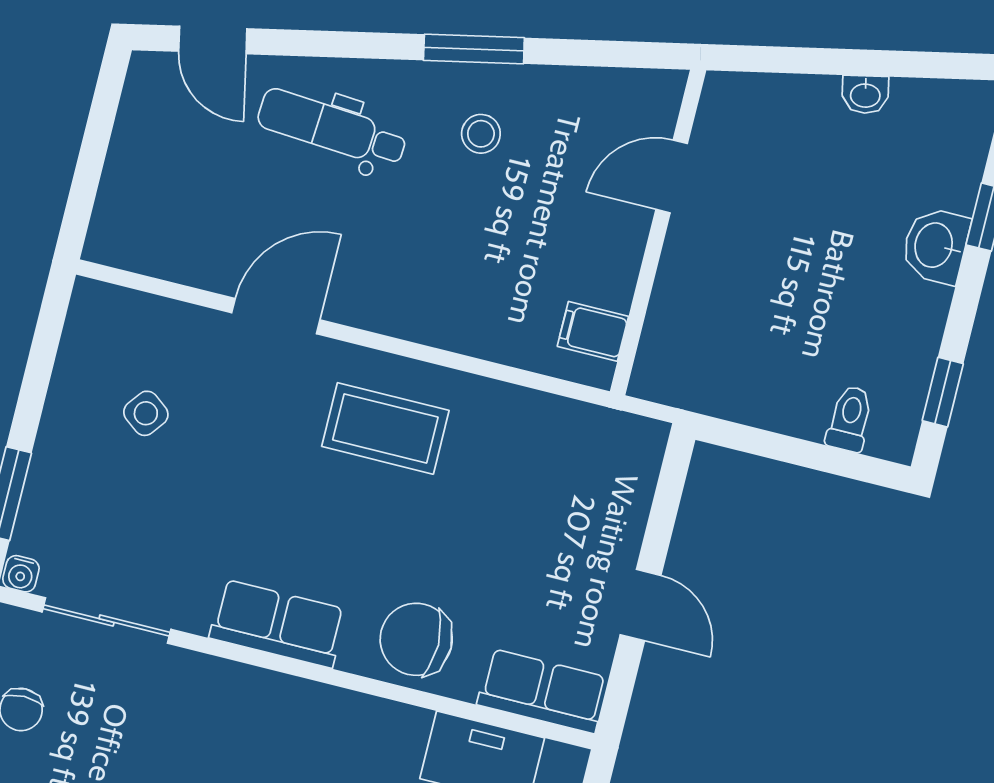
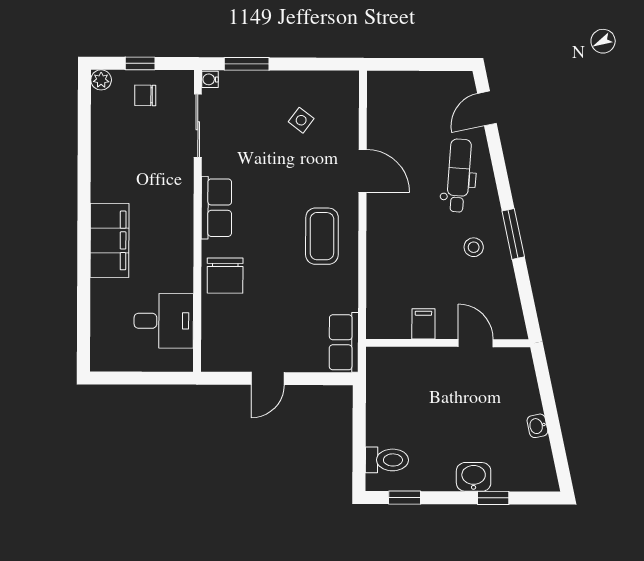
filing cabinet: (593, 331) -> (423, 324), moved
toilet: (850, 419) -> (387, 460), width x1.37, depth x1.39
chair: (416, 639) -> (225, 276), turned 180
row of seats: (543, 691) -> (344, 342), moved, turned 180

